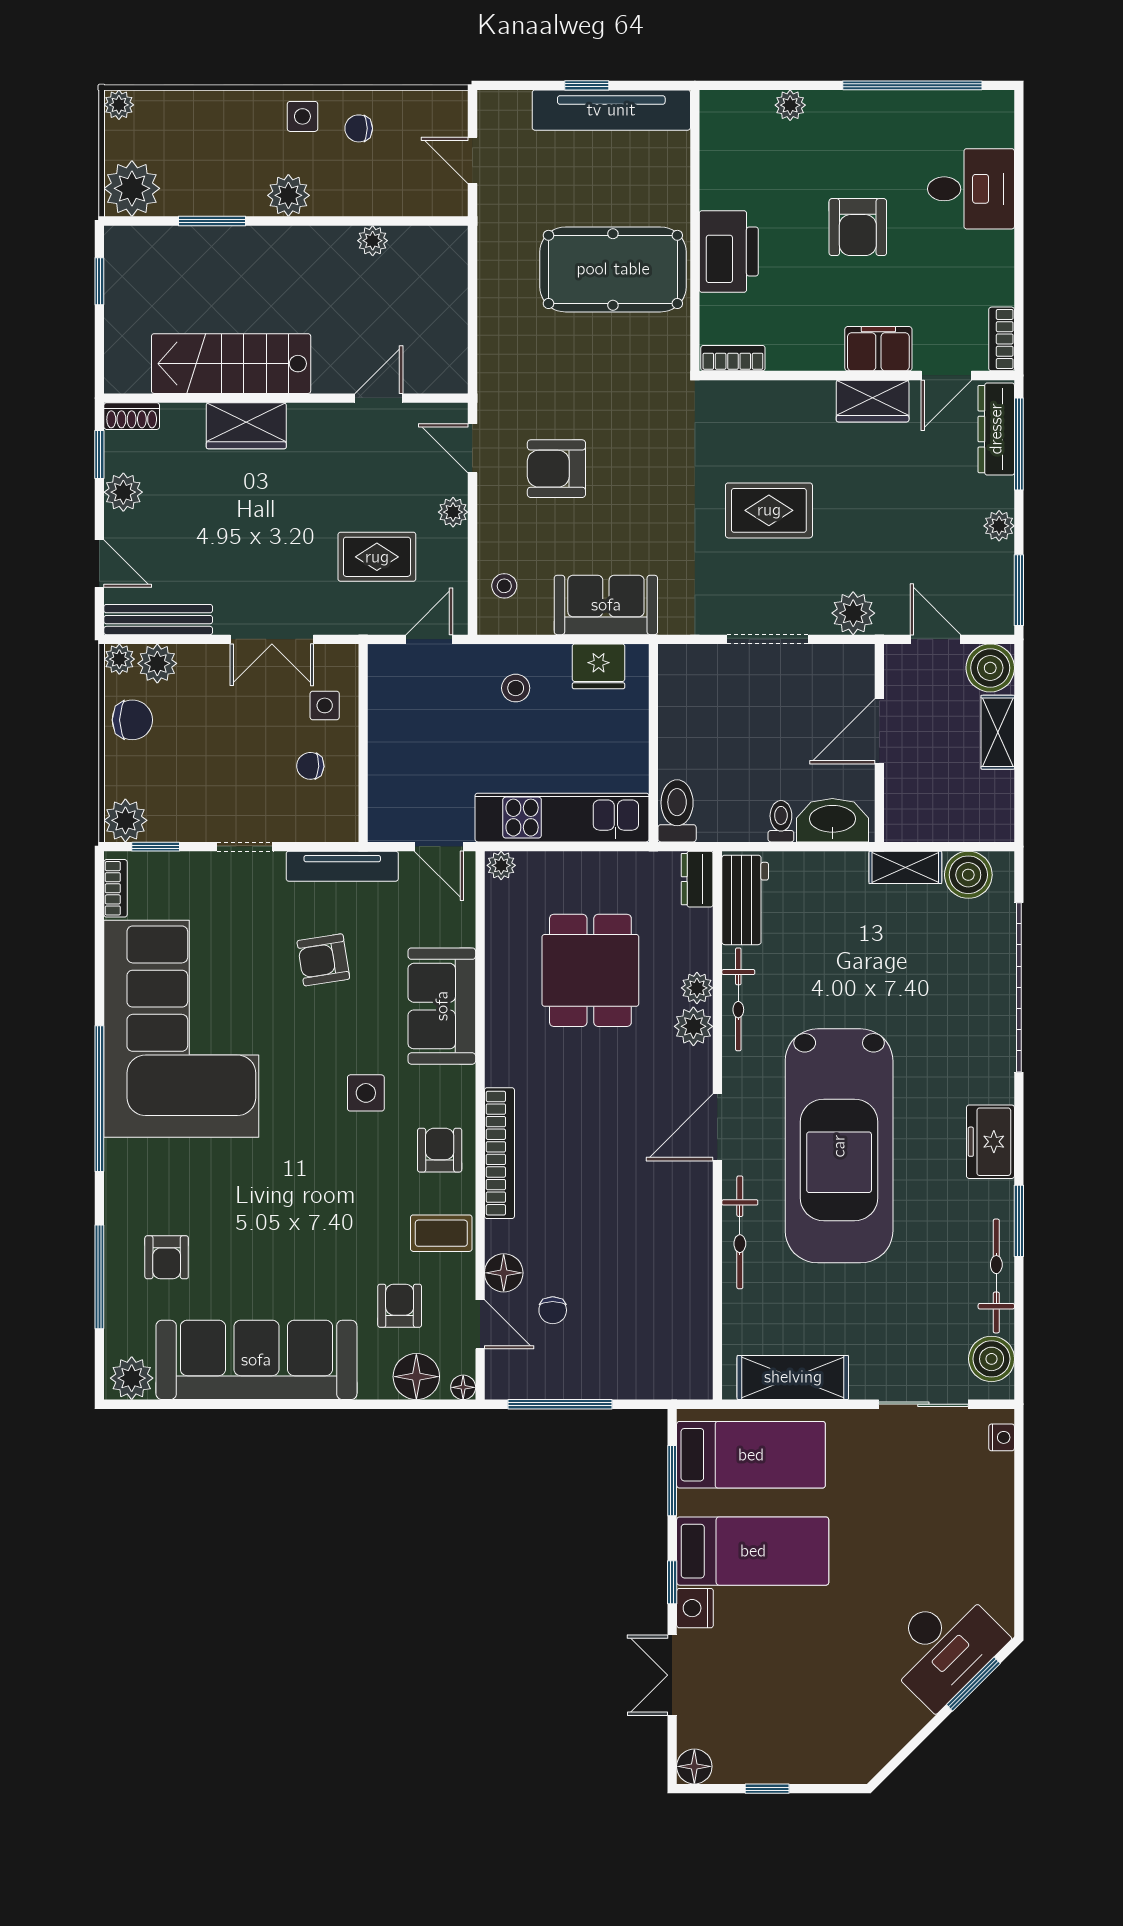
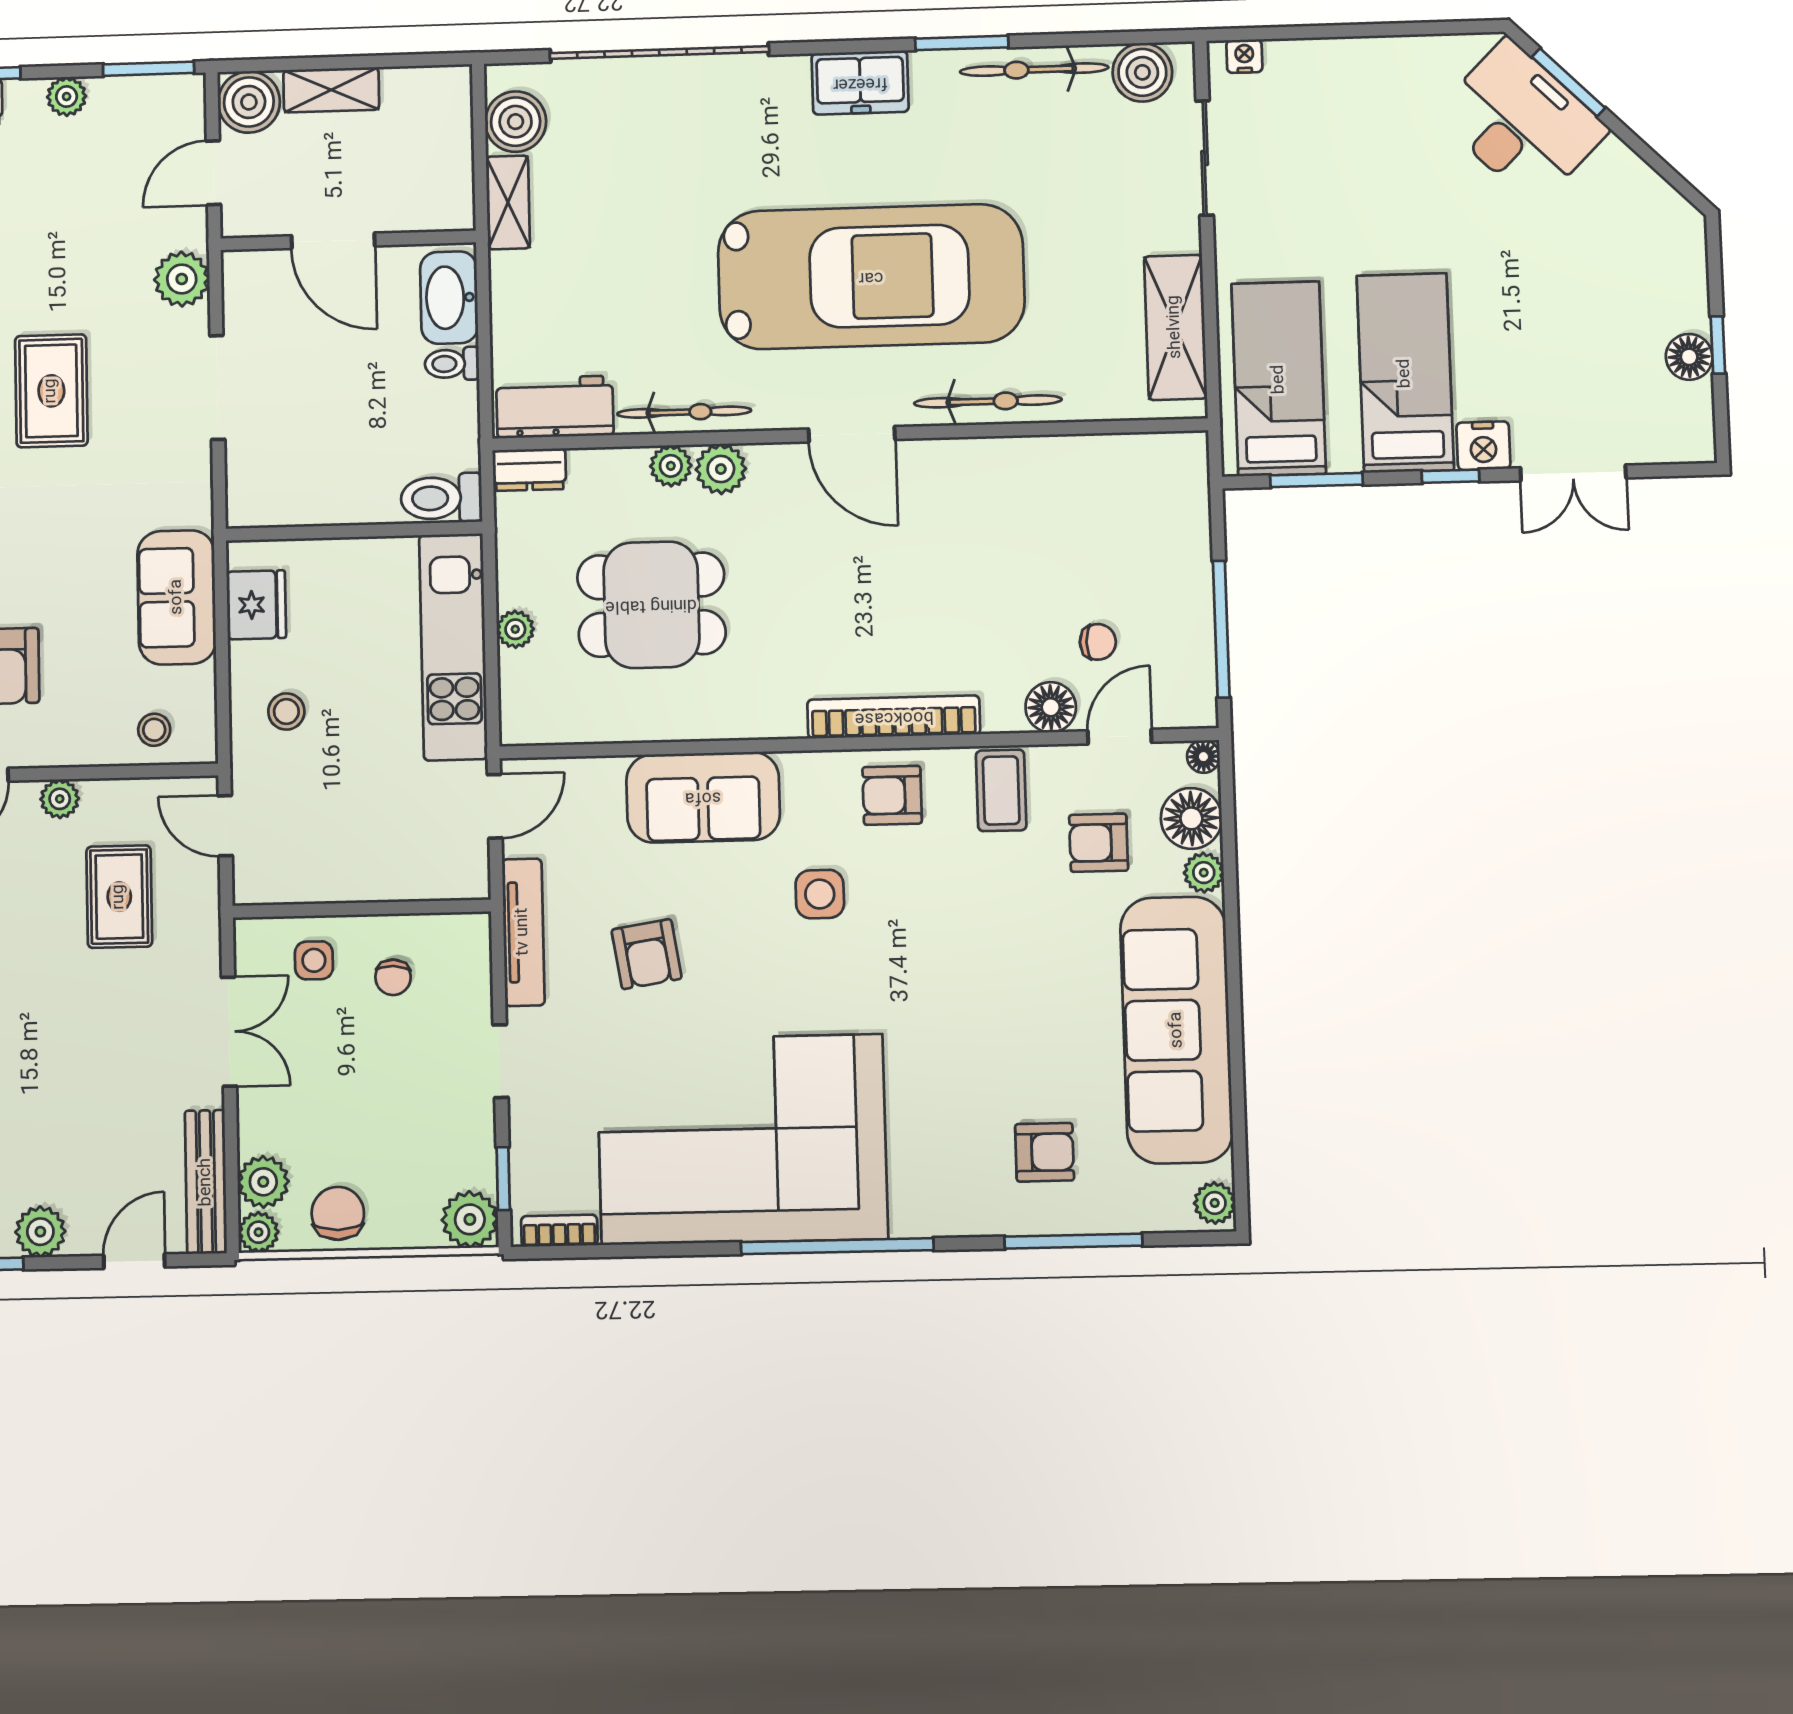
plant: (501, 865) -> (515, 629), moved
plant: (132, 1378) -> (1215, 1203), width x0.73, depth x0.73
plant: (375, 1385) -> (1204, 873), added
floor lamp: (694, 1766) -> (1689, 357), moved

